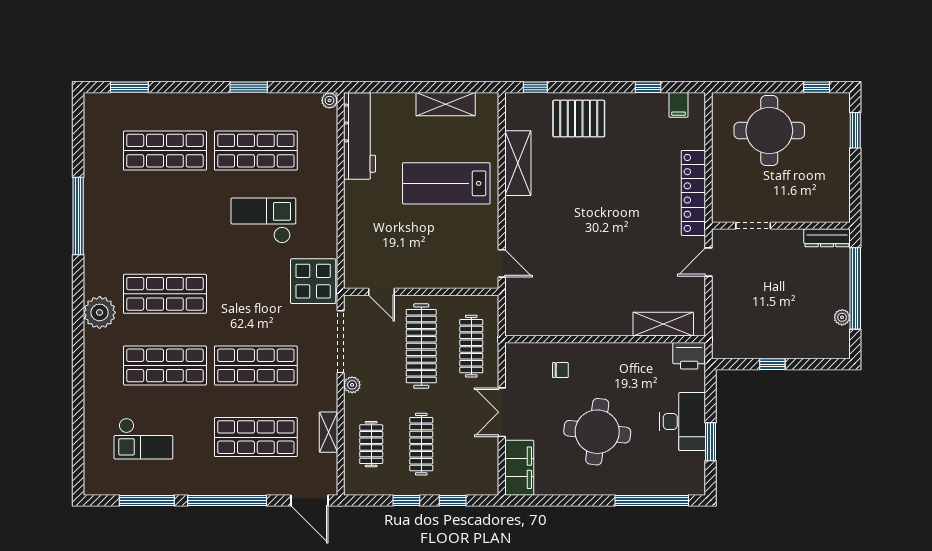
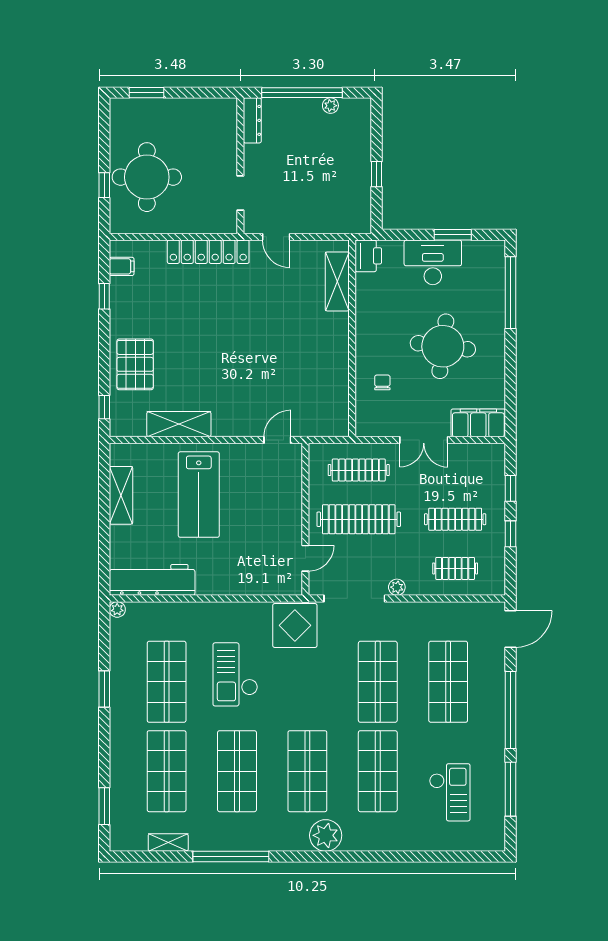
window: (817, 87) -> (104, 185), moved
shop shelf: (165, 222) -> (237, 771), added
shelving: (328, 432) -> (168, 842), moved

